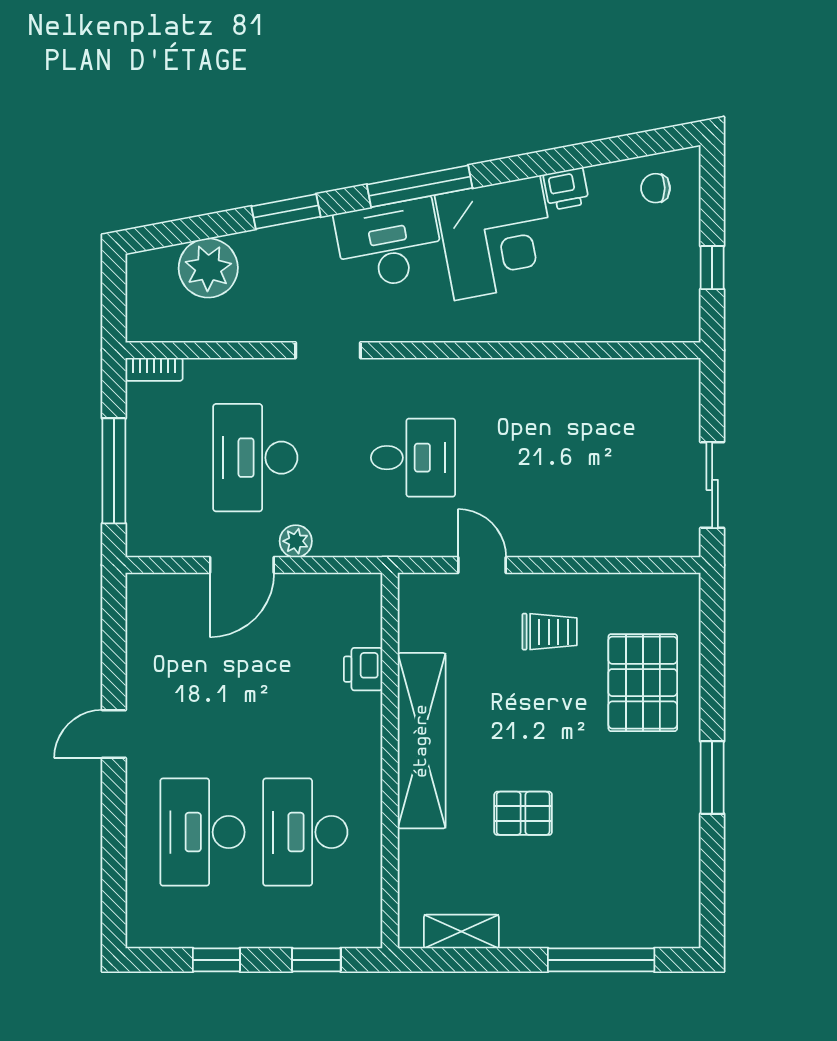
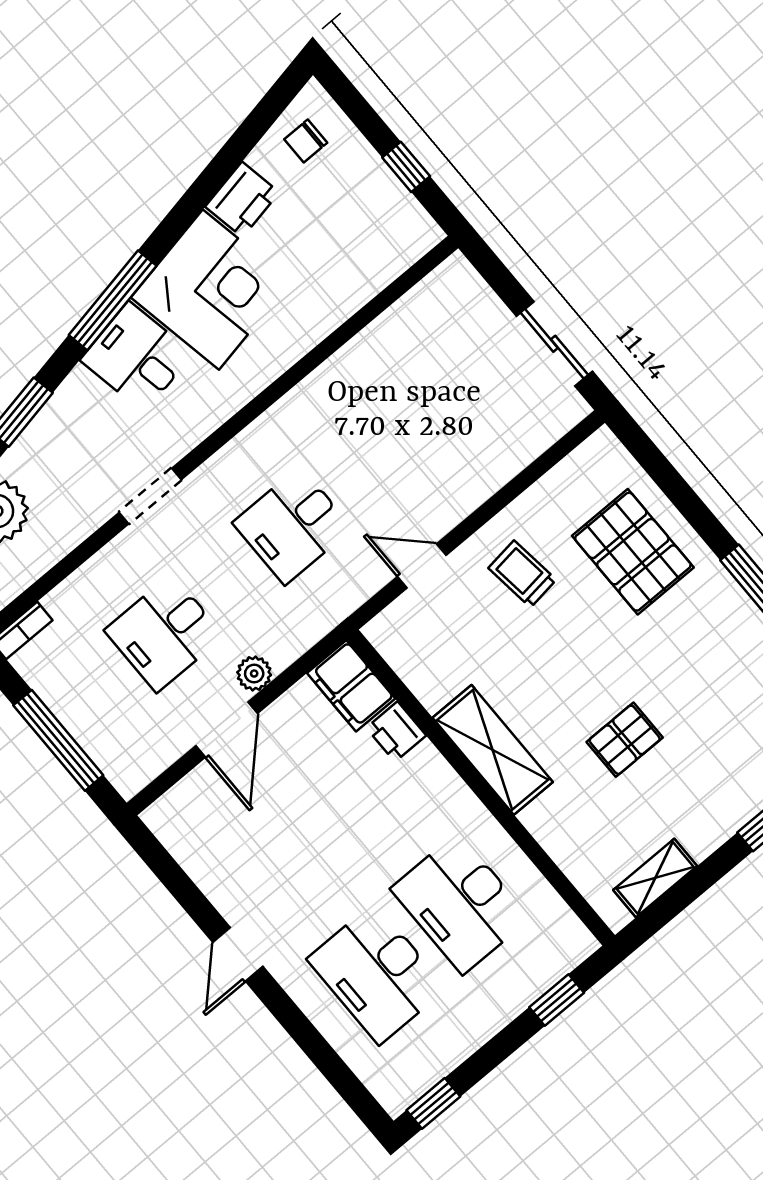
printer: (566, 189) -> (242, 200), width x1.36, depth x1.24
desk: (389, 244) -> (136, 357), width x0.73
desk: (255, 458) -> (164, 633), width x0.73
desk: (413, 458) -> (292, 526), turned 180
filing cabinet: (358, 609) -> (351, 686), added
trolley: (550, 632) -> (522, 574), turned -97
shelving: (422, 741) -> (493, 750), width x0.68
window: (216, 960) -> (433, 1103), moved

